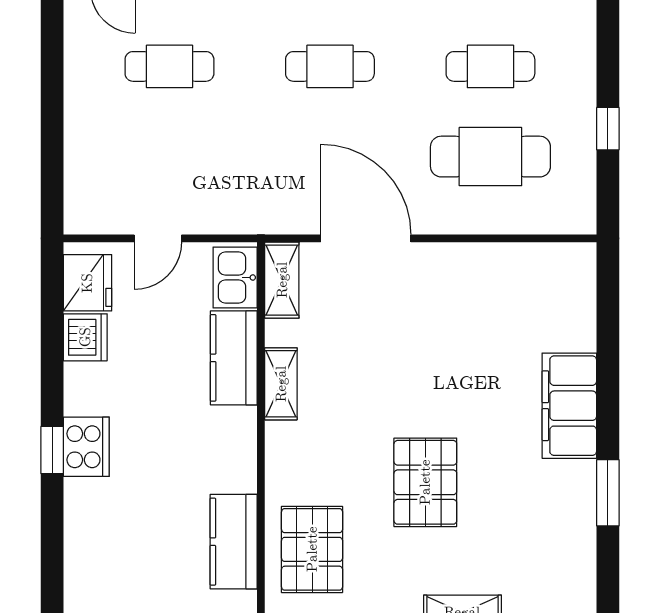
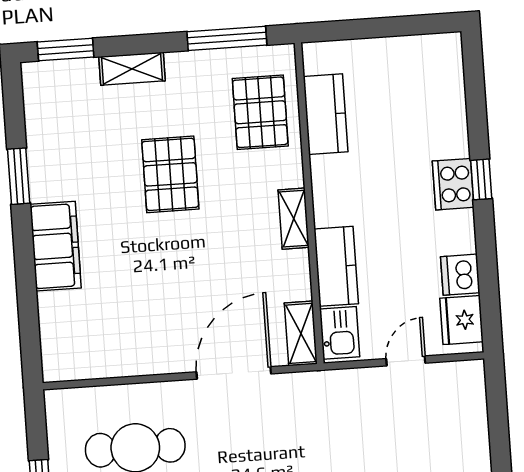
door: (366, 238) -> (234, 373), swing flipped
shelving: (281, 384) -> (294, 219), moved

